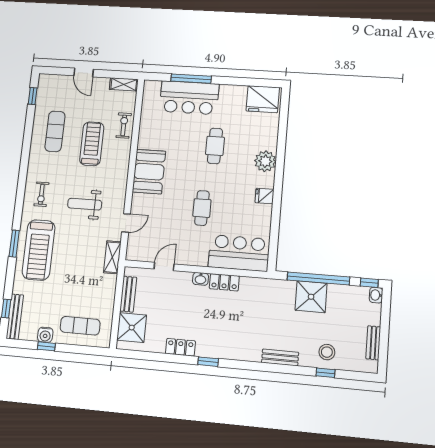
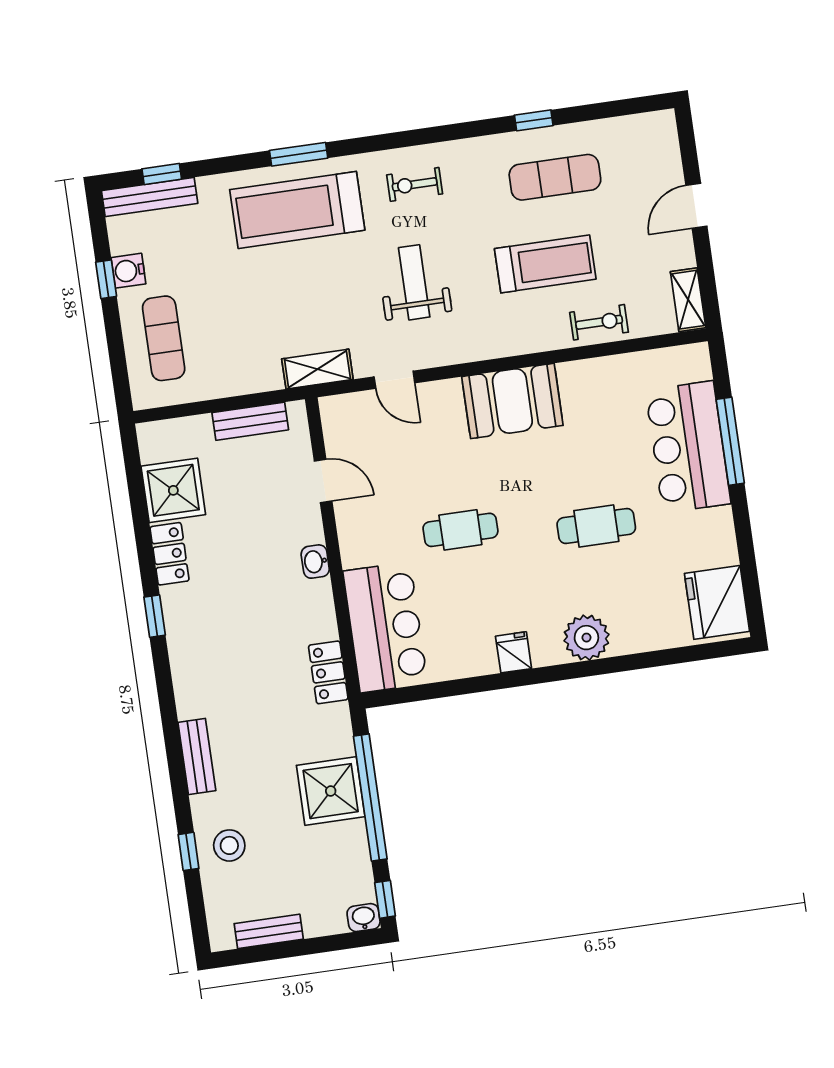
window: (33, 96) -> (534, 120), moved
locker: (224, 282) -> (328, 672), moved
shower: (132, 328) -> (173, 490), moved

